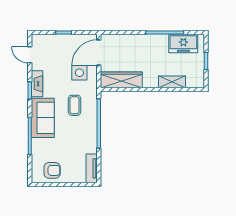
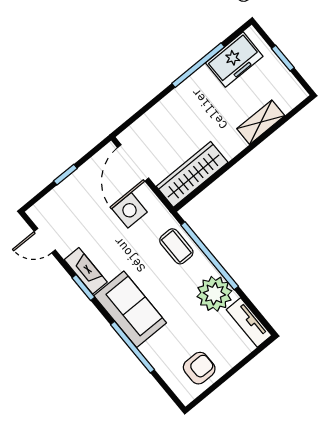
coffee table: (74, 105) -> (176, 246), moved
plant: (87, 142) -> (214, 294), added

